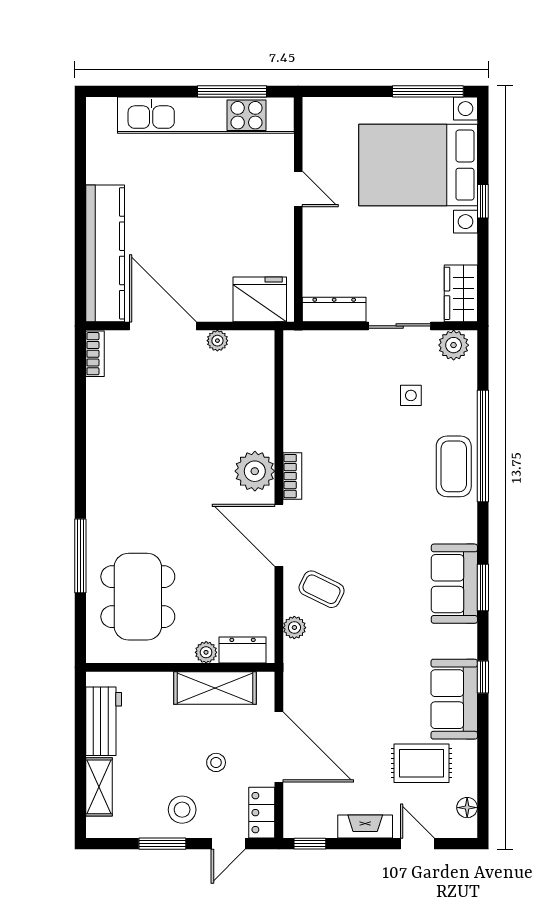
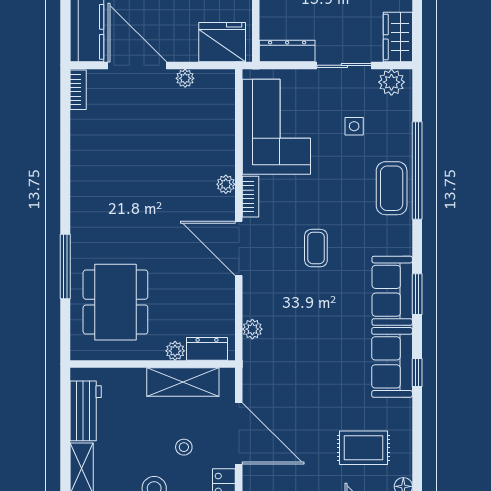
corner sofa: (322, 396) -> (276, 127), added
plant: (255, 471) -> (226, 184), width x0.53, depth x0.53
coffee table: (322, 589) -> (316, 248), moved, turned 64
sofa: (454, 699) -> (392, 362), moved

